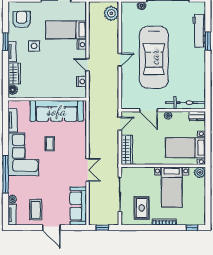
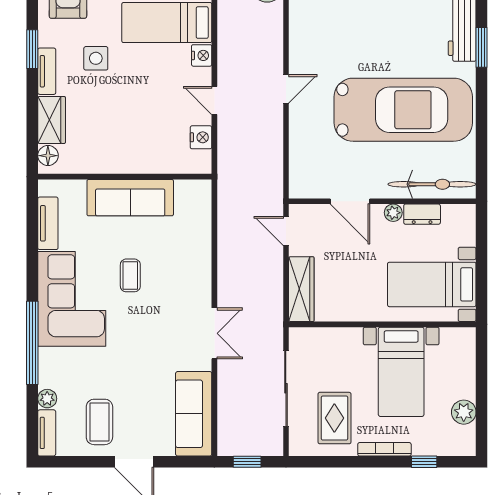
car: (154, 57) -> (403, 110), moved, turned -90
sofa: (57, 111) -> (130, 198), width x0.74, depth x0.79
dresser: (197, 116) -> (422, 214), moved
door: (120, 124) -> (286, 231), swing flipped
plant: (200, 172) -> (464, 412), moved
window: (192, 228) -> (424, 462), moved

